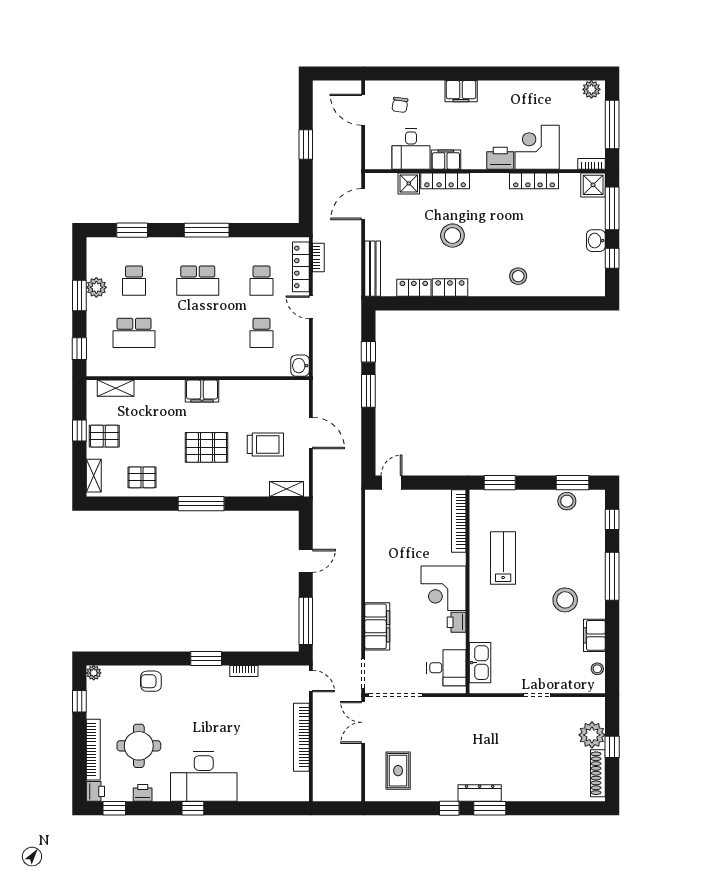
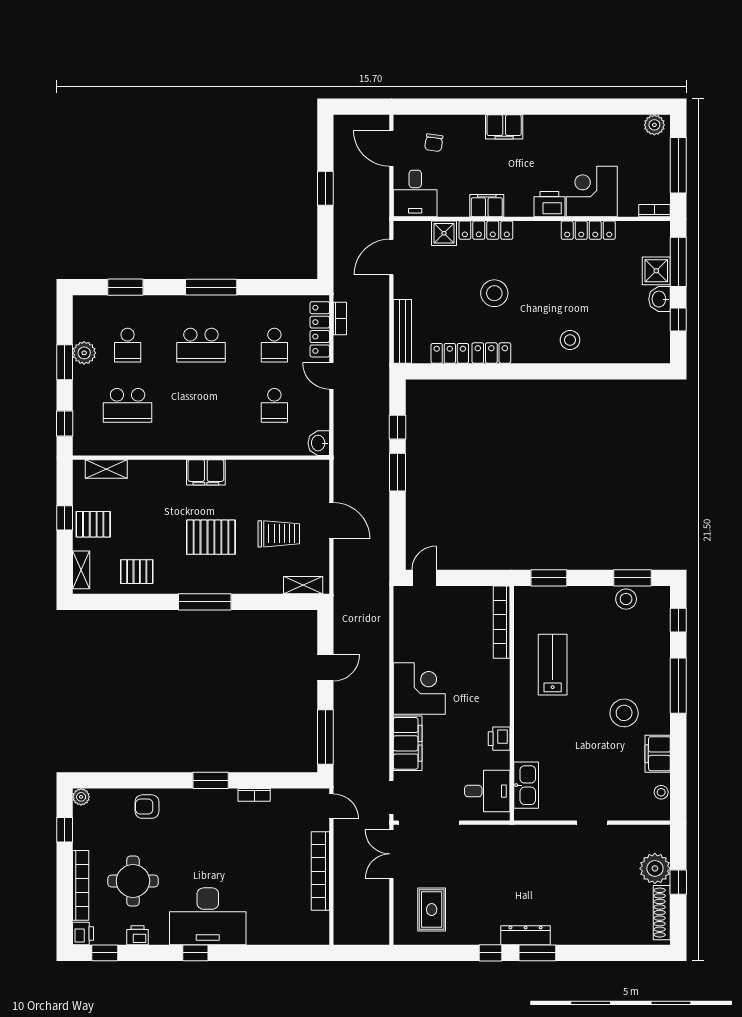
desk: (411, 149) -> (415, 193), moved
shower: (593, 185) -> (656, 271), moved
corner desk: (443, 588) -> (419, 688), moved, turned 180

